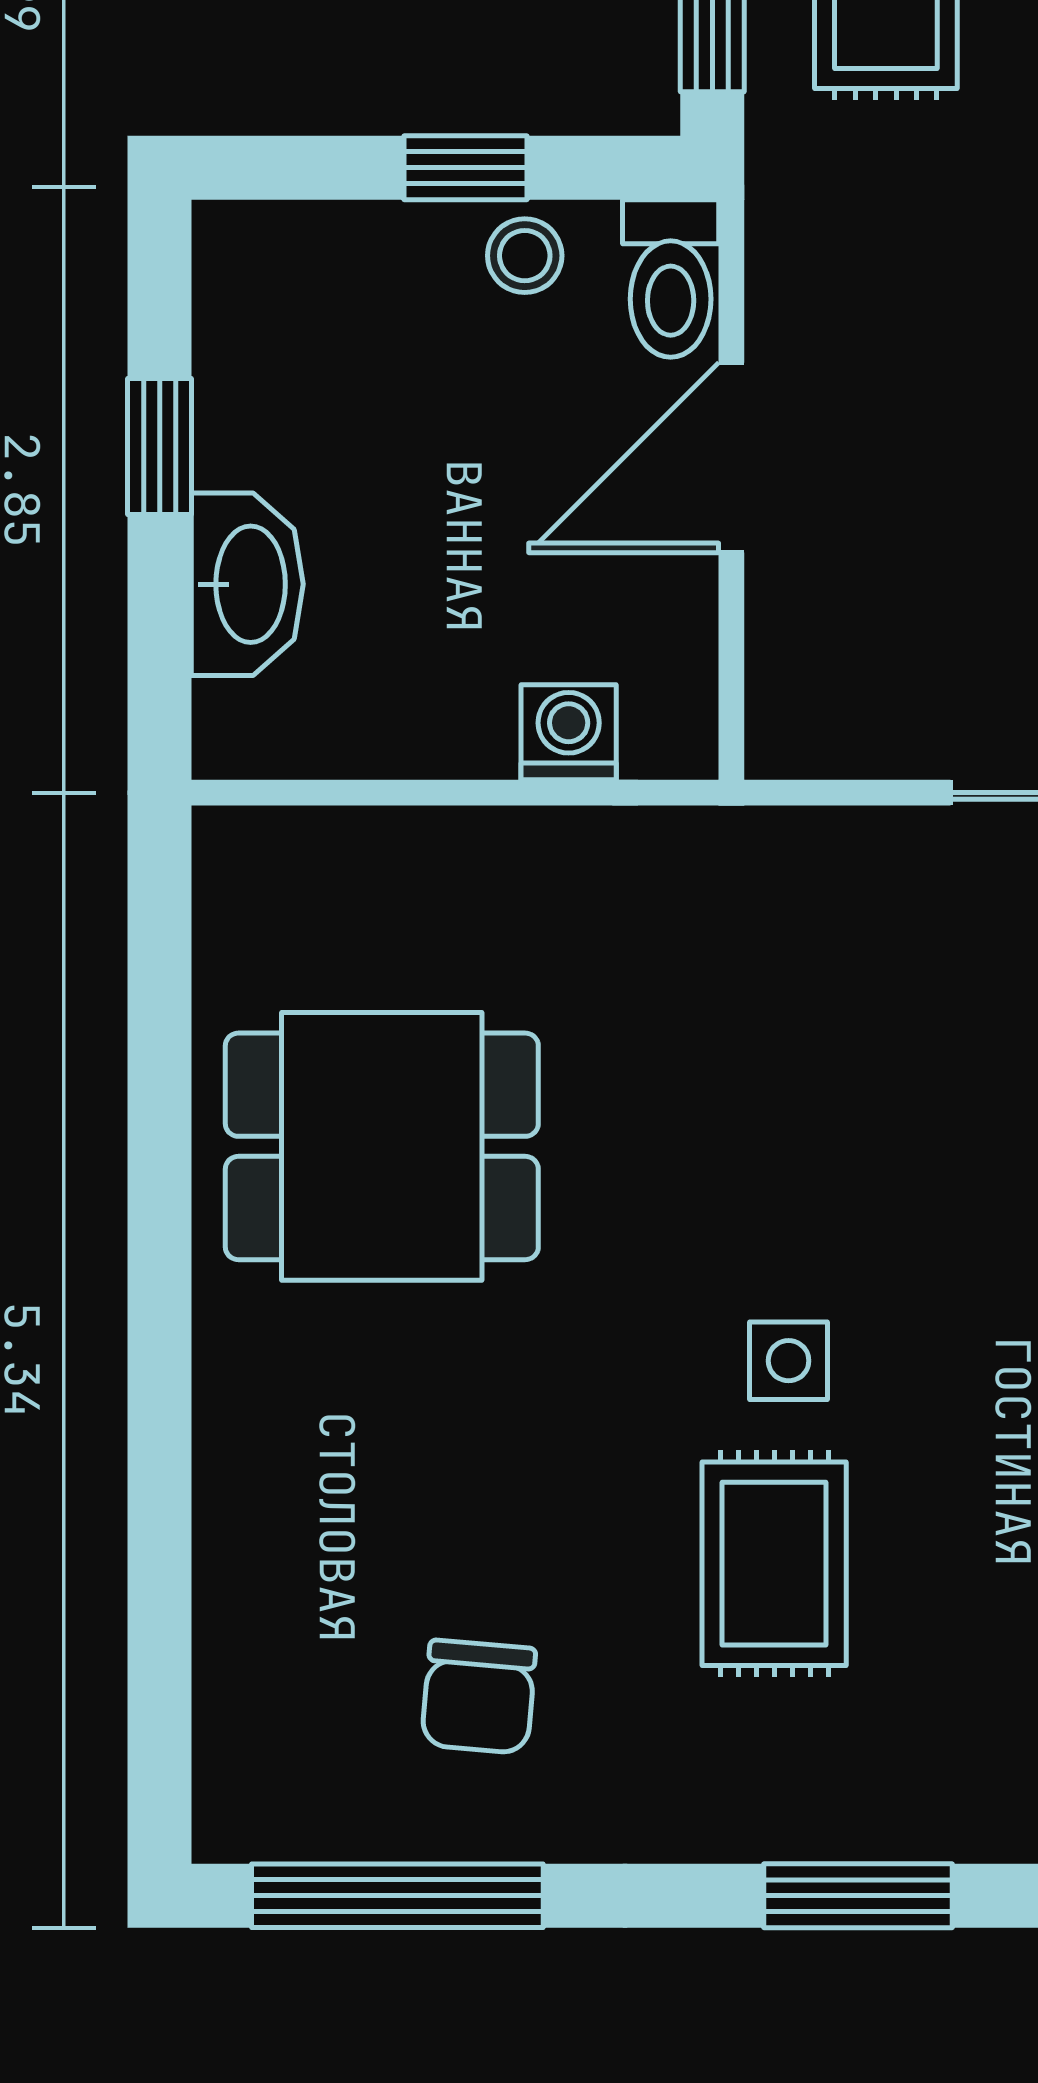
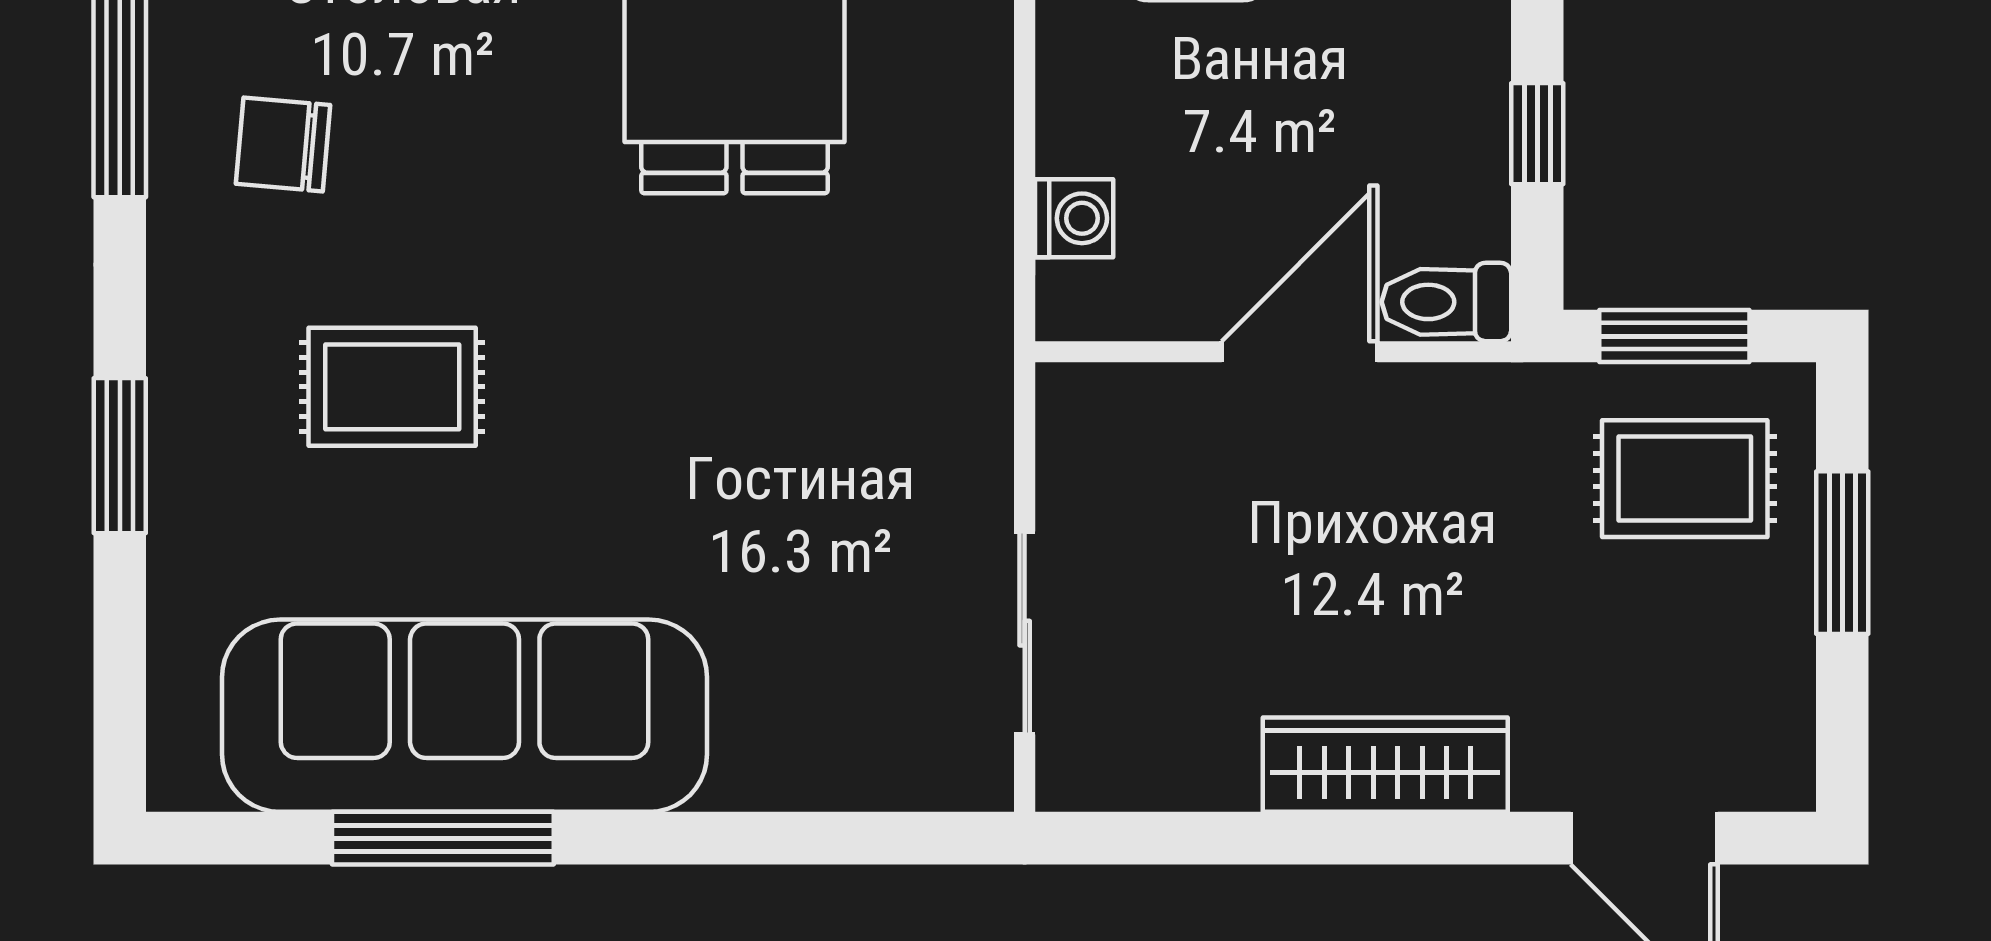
stool: (525, 256) -> (1465, 182), removed
door: (731, 458) -> (1299, 352), hinge flipped
side table: (789, 1361) -> (559, 399), removed

